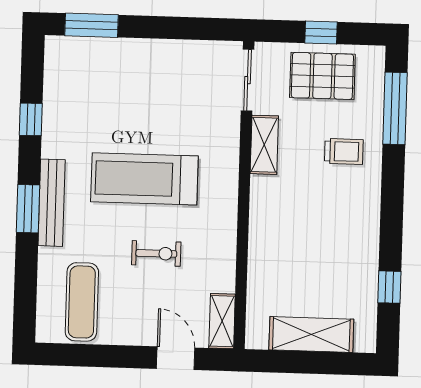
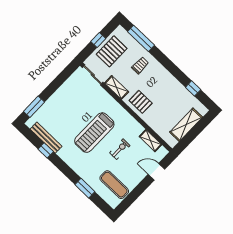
bench: (52, 203) -> (46, 138), moved
window: (28, 209) -> (85, 188), moved
pallet: (278, 213) -> (141, 102), added
shelving: (222, 321) -> (150, 141), moved

